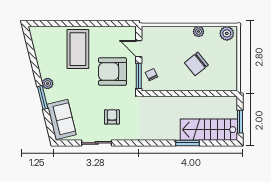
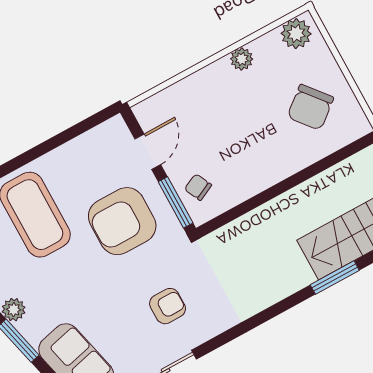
door: (139, 49) -> (148, 152), swing flipped
chair: (196, 64) -> (310, 107), moved
armchair: (112, 117) -> (168, 306), turned 90

